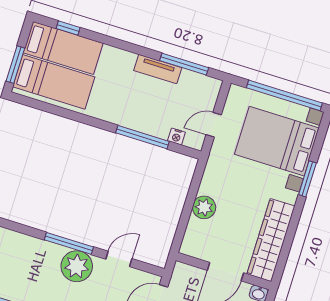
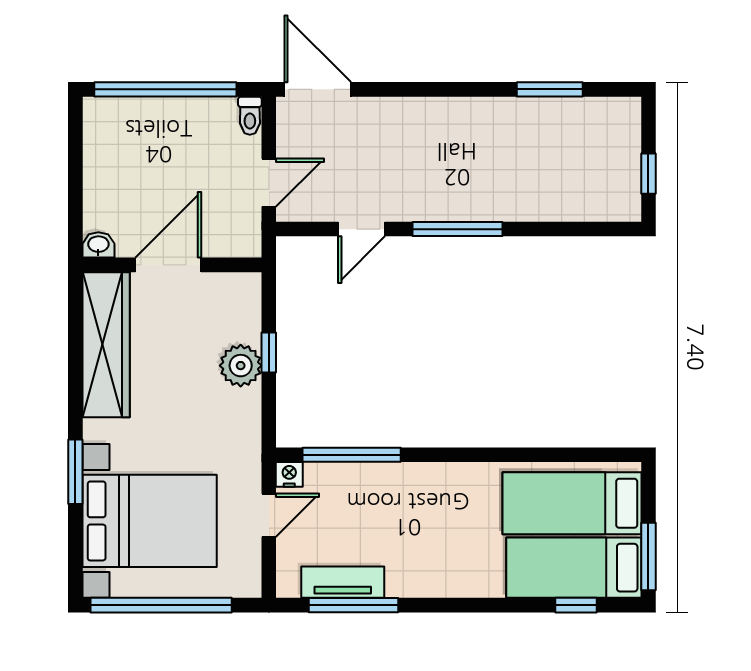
window: (15, 65) -> (648, 557), moved
tv unit: (158, 69) -> (343, 582), moved
window: (142, 137) -> (352, 455), moved
nightstand: (176, 137) -> (289, 474), moved
window: (187, 210) -> (269, 353), added
plant: (77, 266) -> (431, 193), removed

